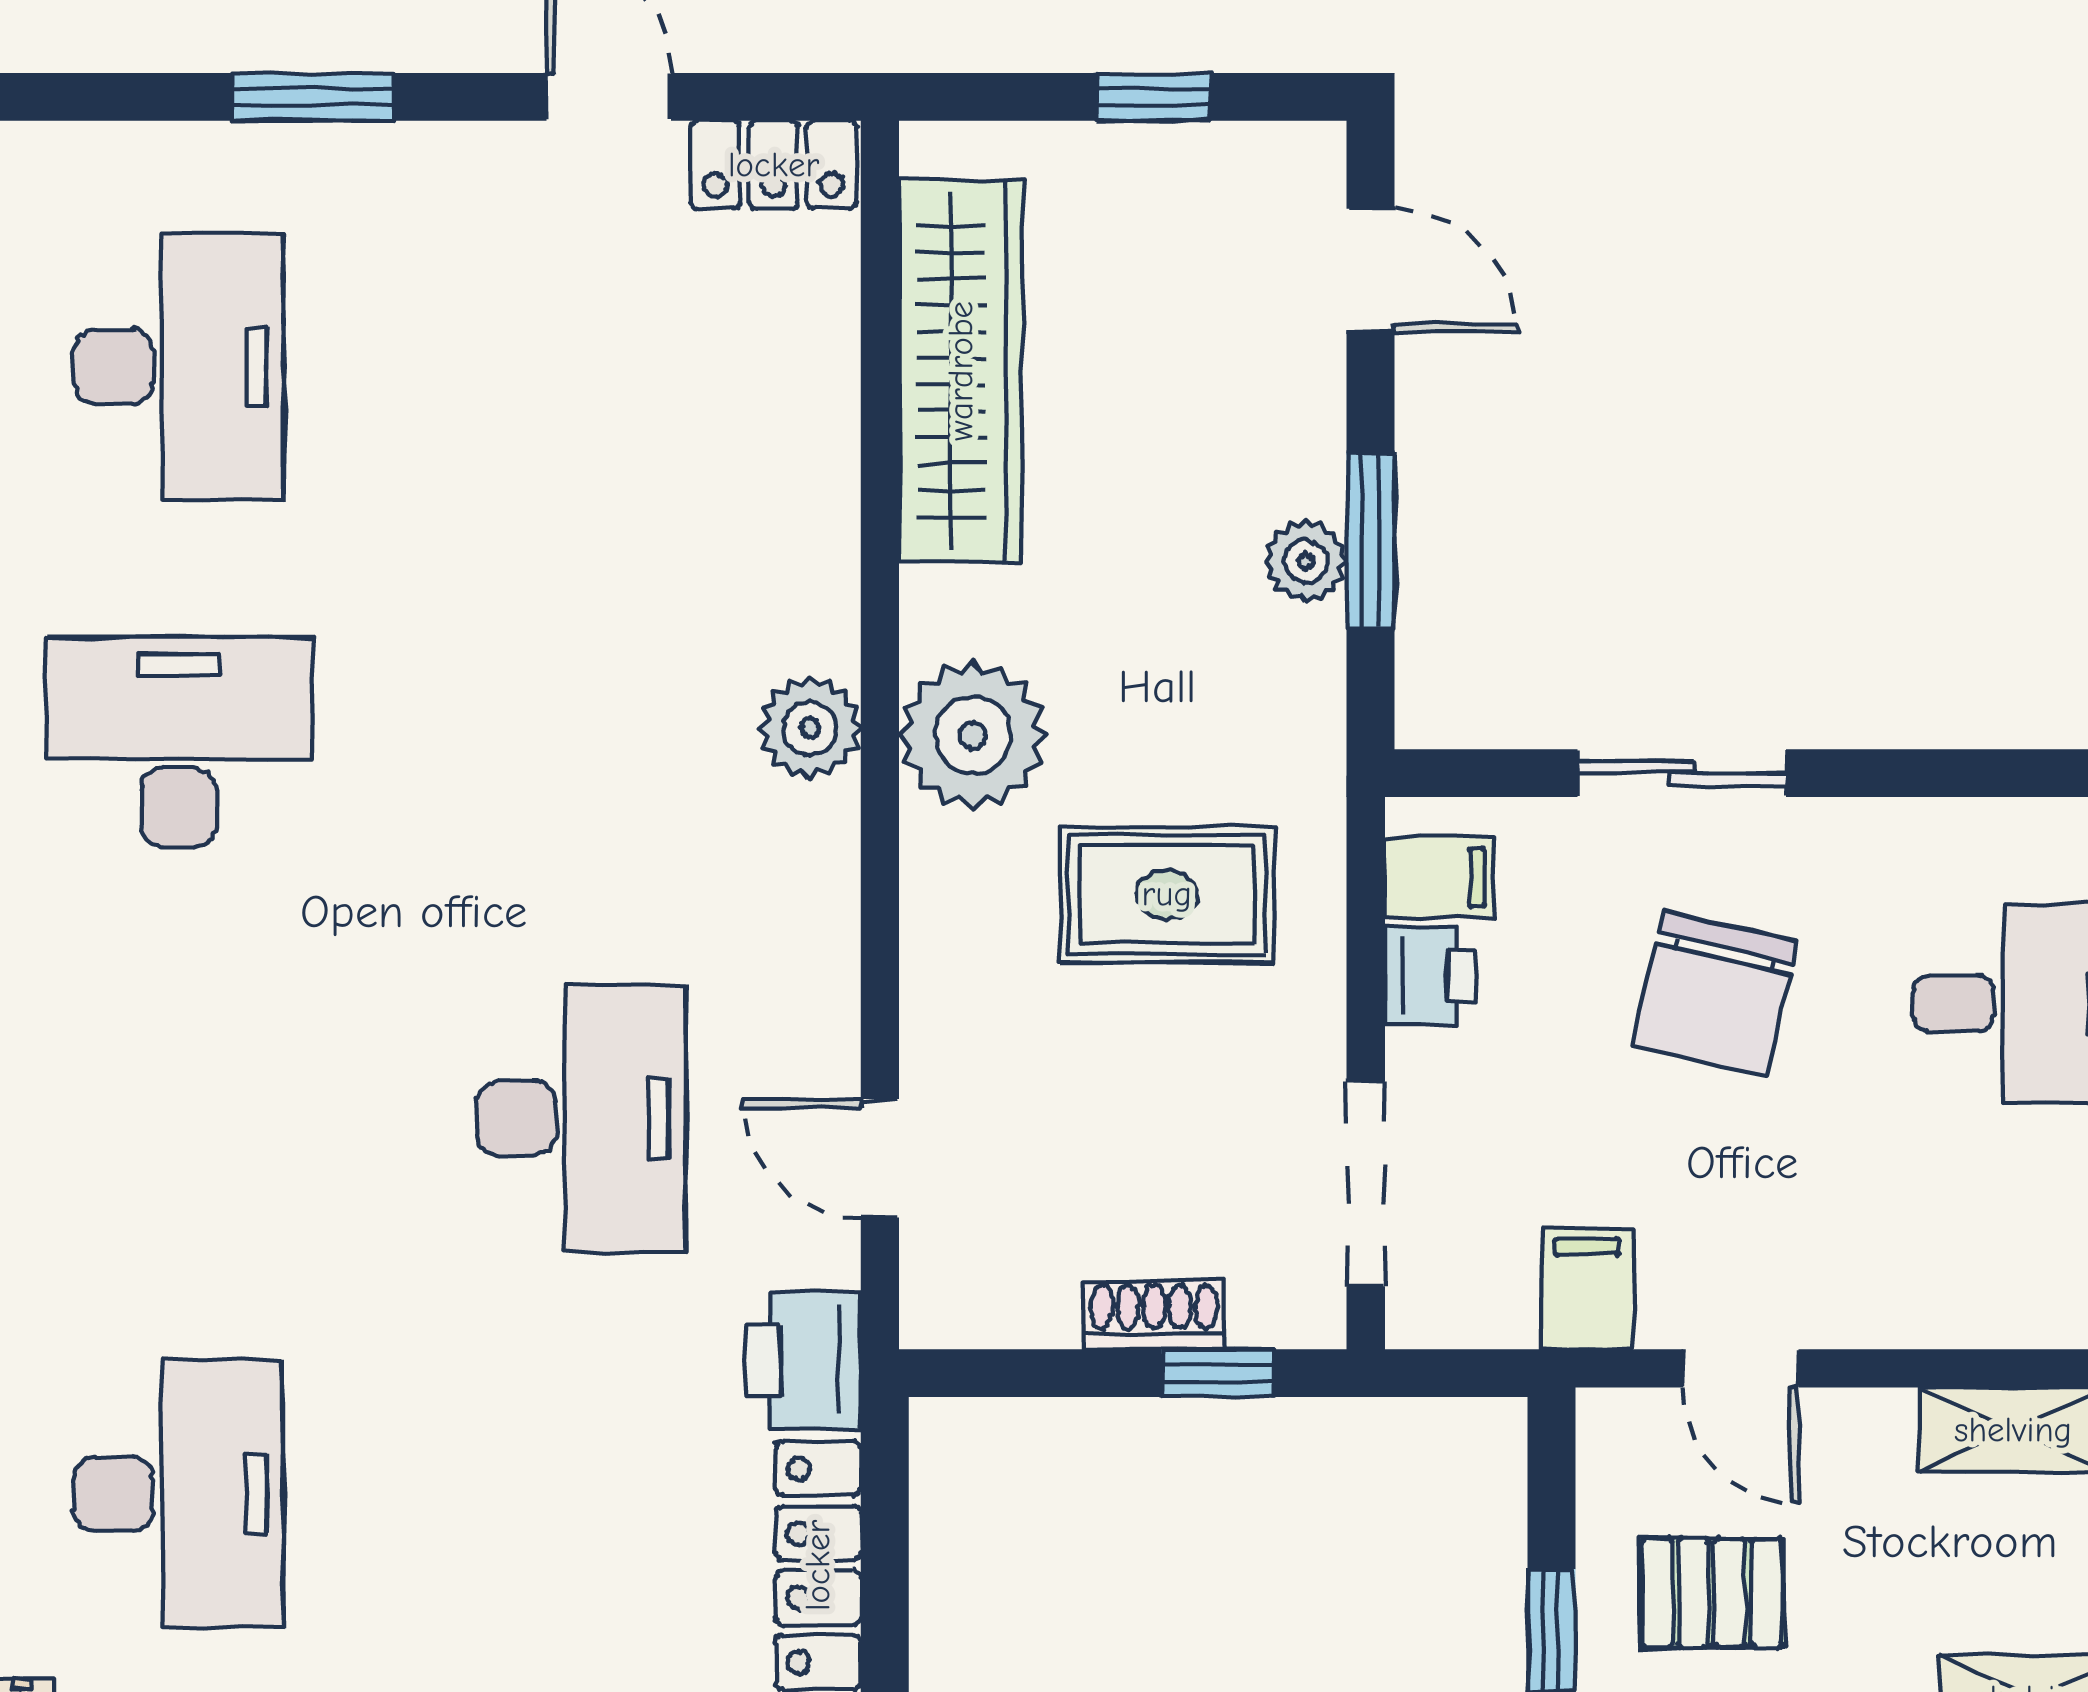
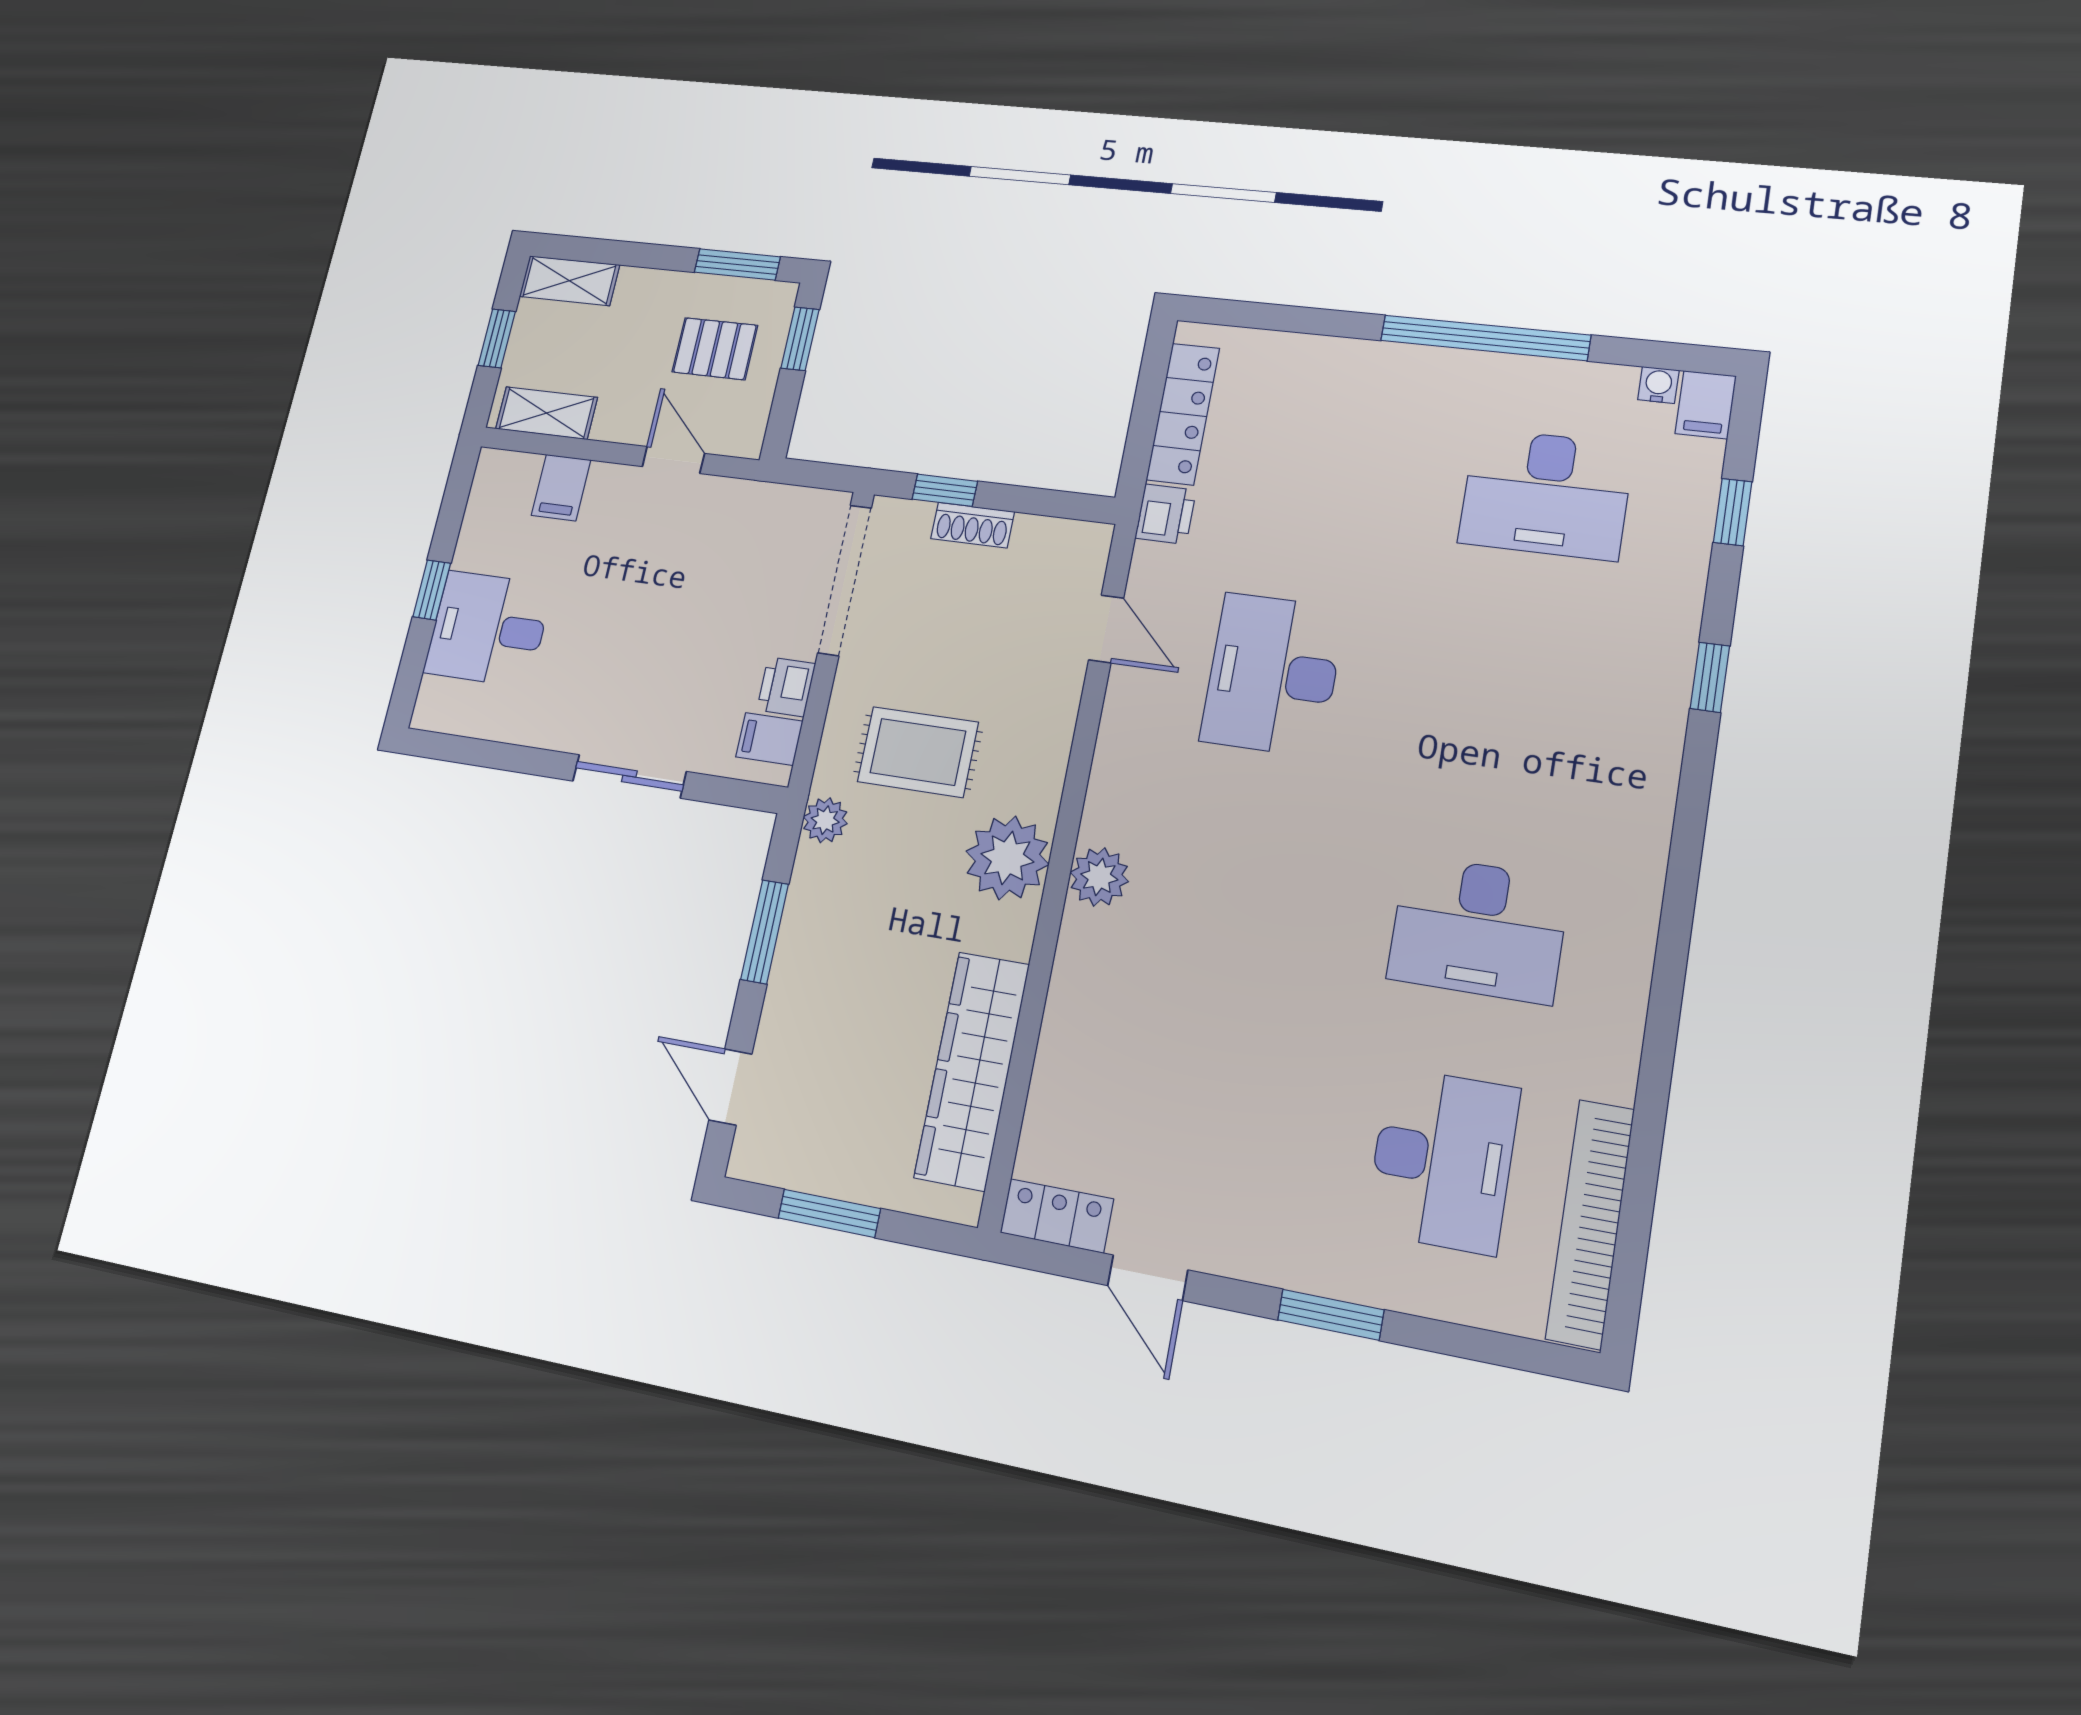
window: (1153, 97) -> (829, 1213), width x1.50
desk: (179, 367) -> (1442, 1160), turned 180
plant: (1306, 561) -> (825, 820), moved
chair: (1715, 994) -> (640, 656), removed
doorway: (1366, 1184) -> (845, 580), width x1.36
filing cabinet: (1587, 1289) -> (561, 488), moved
printer: (804, 1360) -> (1166, 514), width x0.73, depth x0.81
desk: (179, 1494) -> (1546, 494), turned -90

